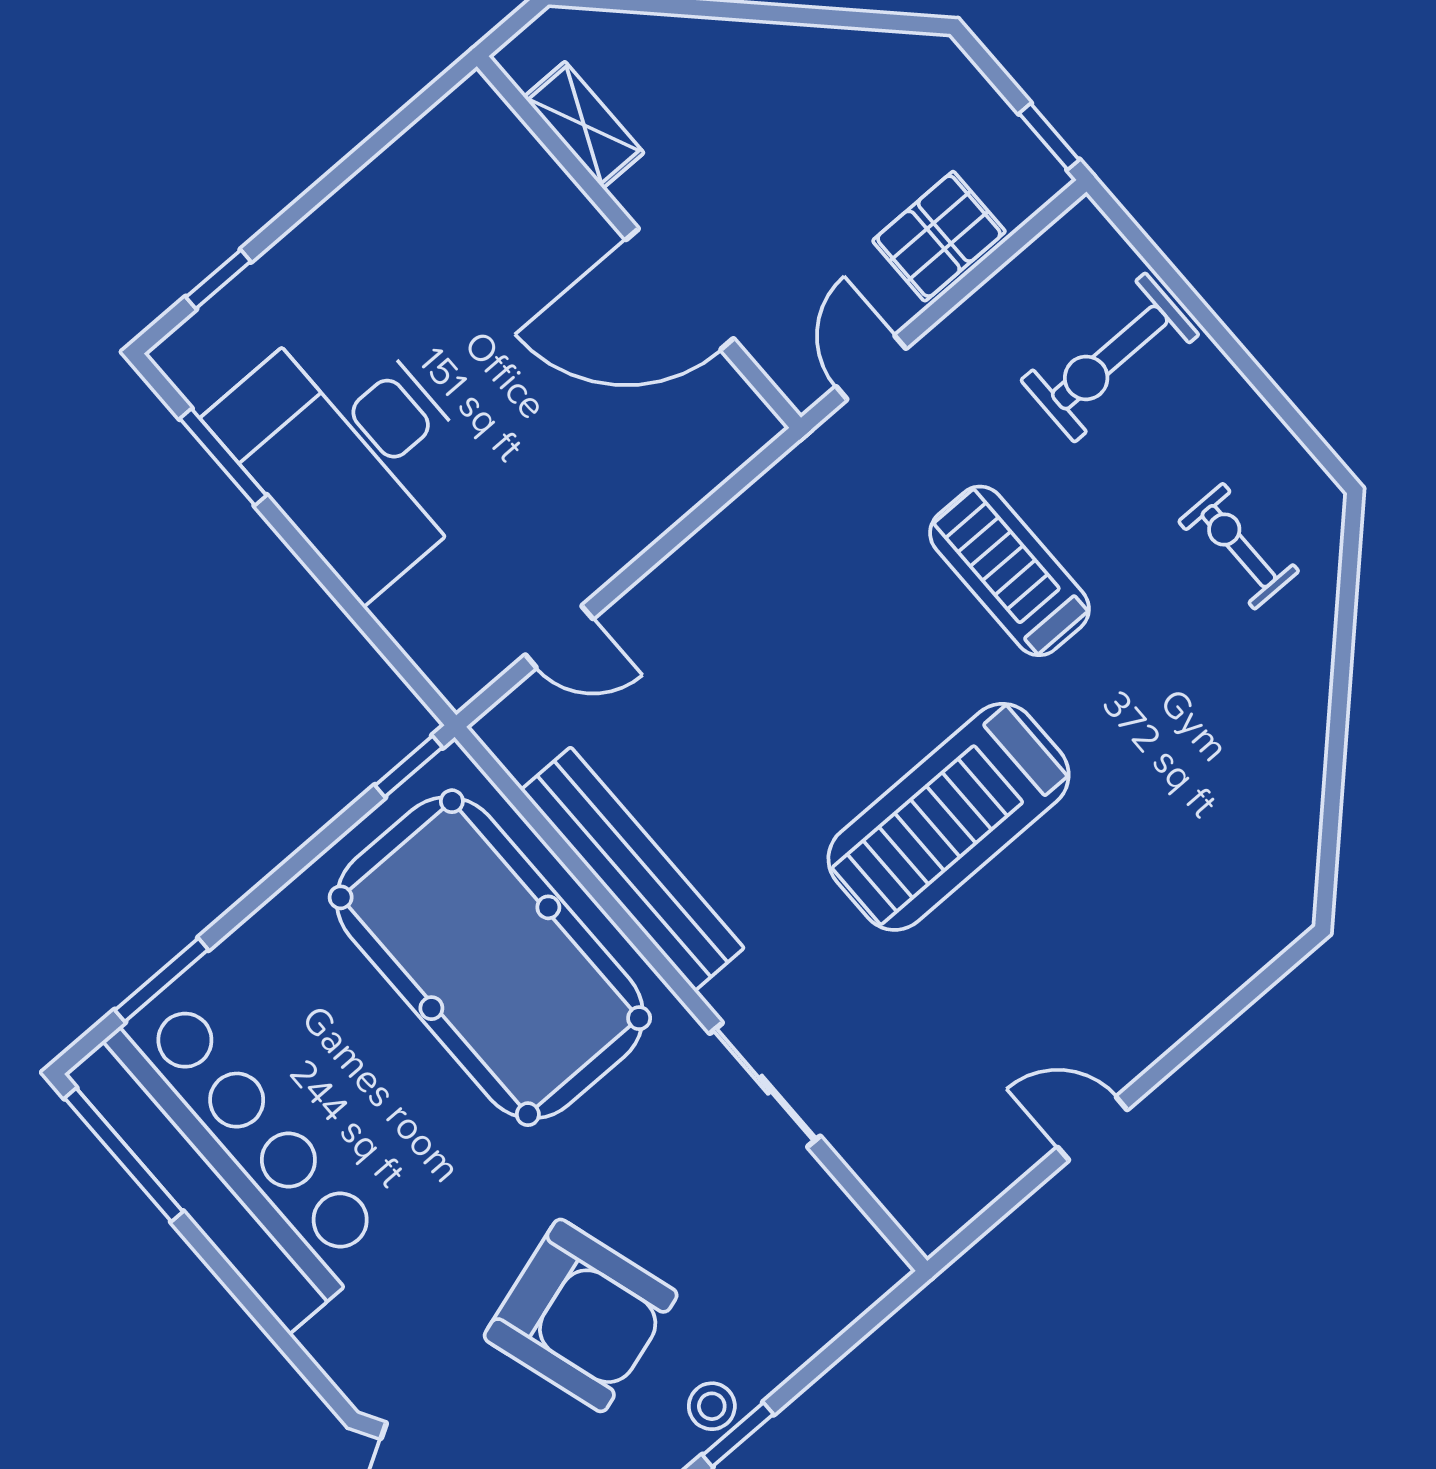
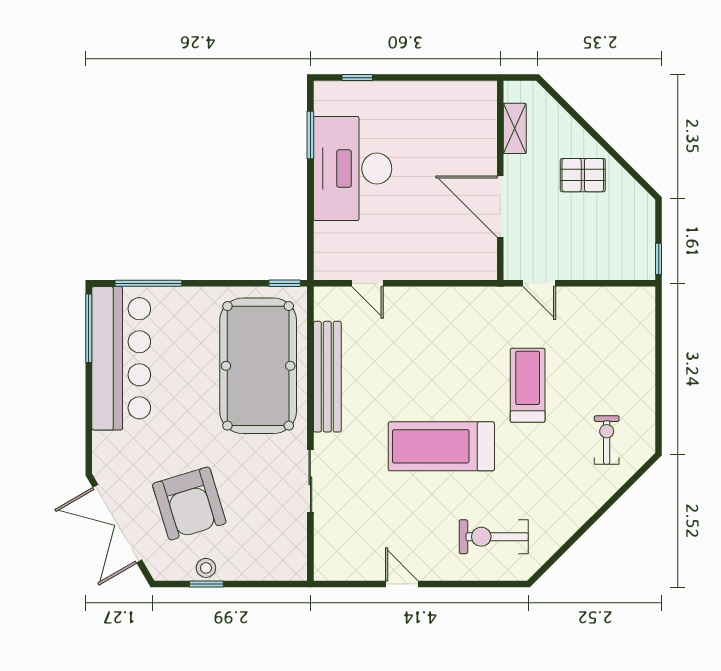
pallet: (939, 236) -> (583, 175), moved
exercise bike: (1110, 357) -> (494, 537), moved
door: (871, 367) -> (539, 283), swing flipped
window: (162, 980) -> (148, 283), width x1.44

